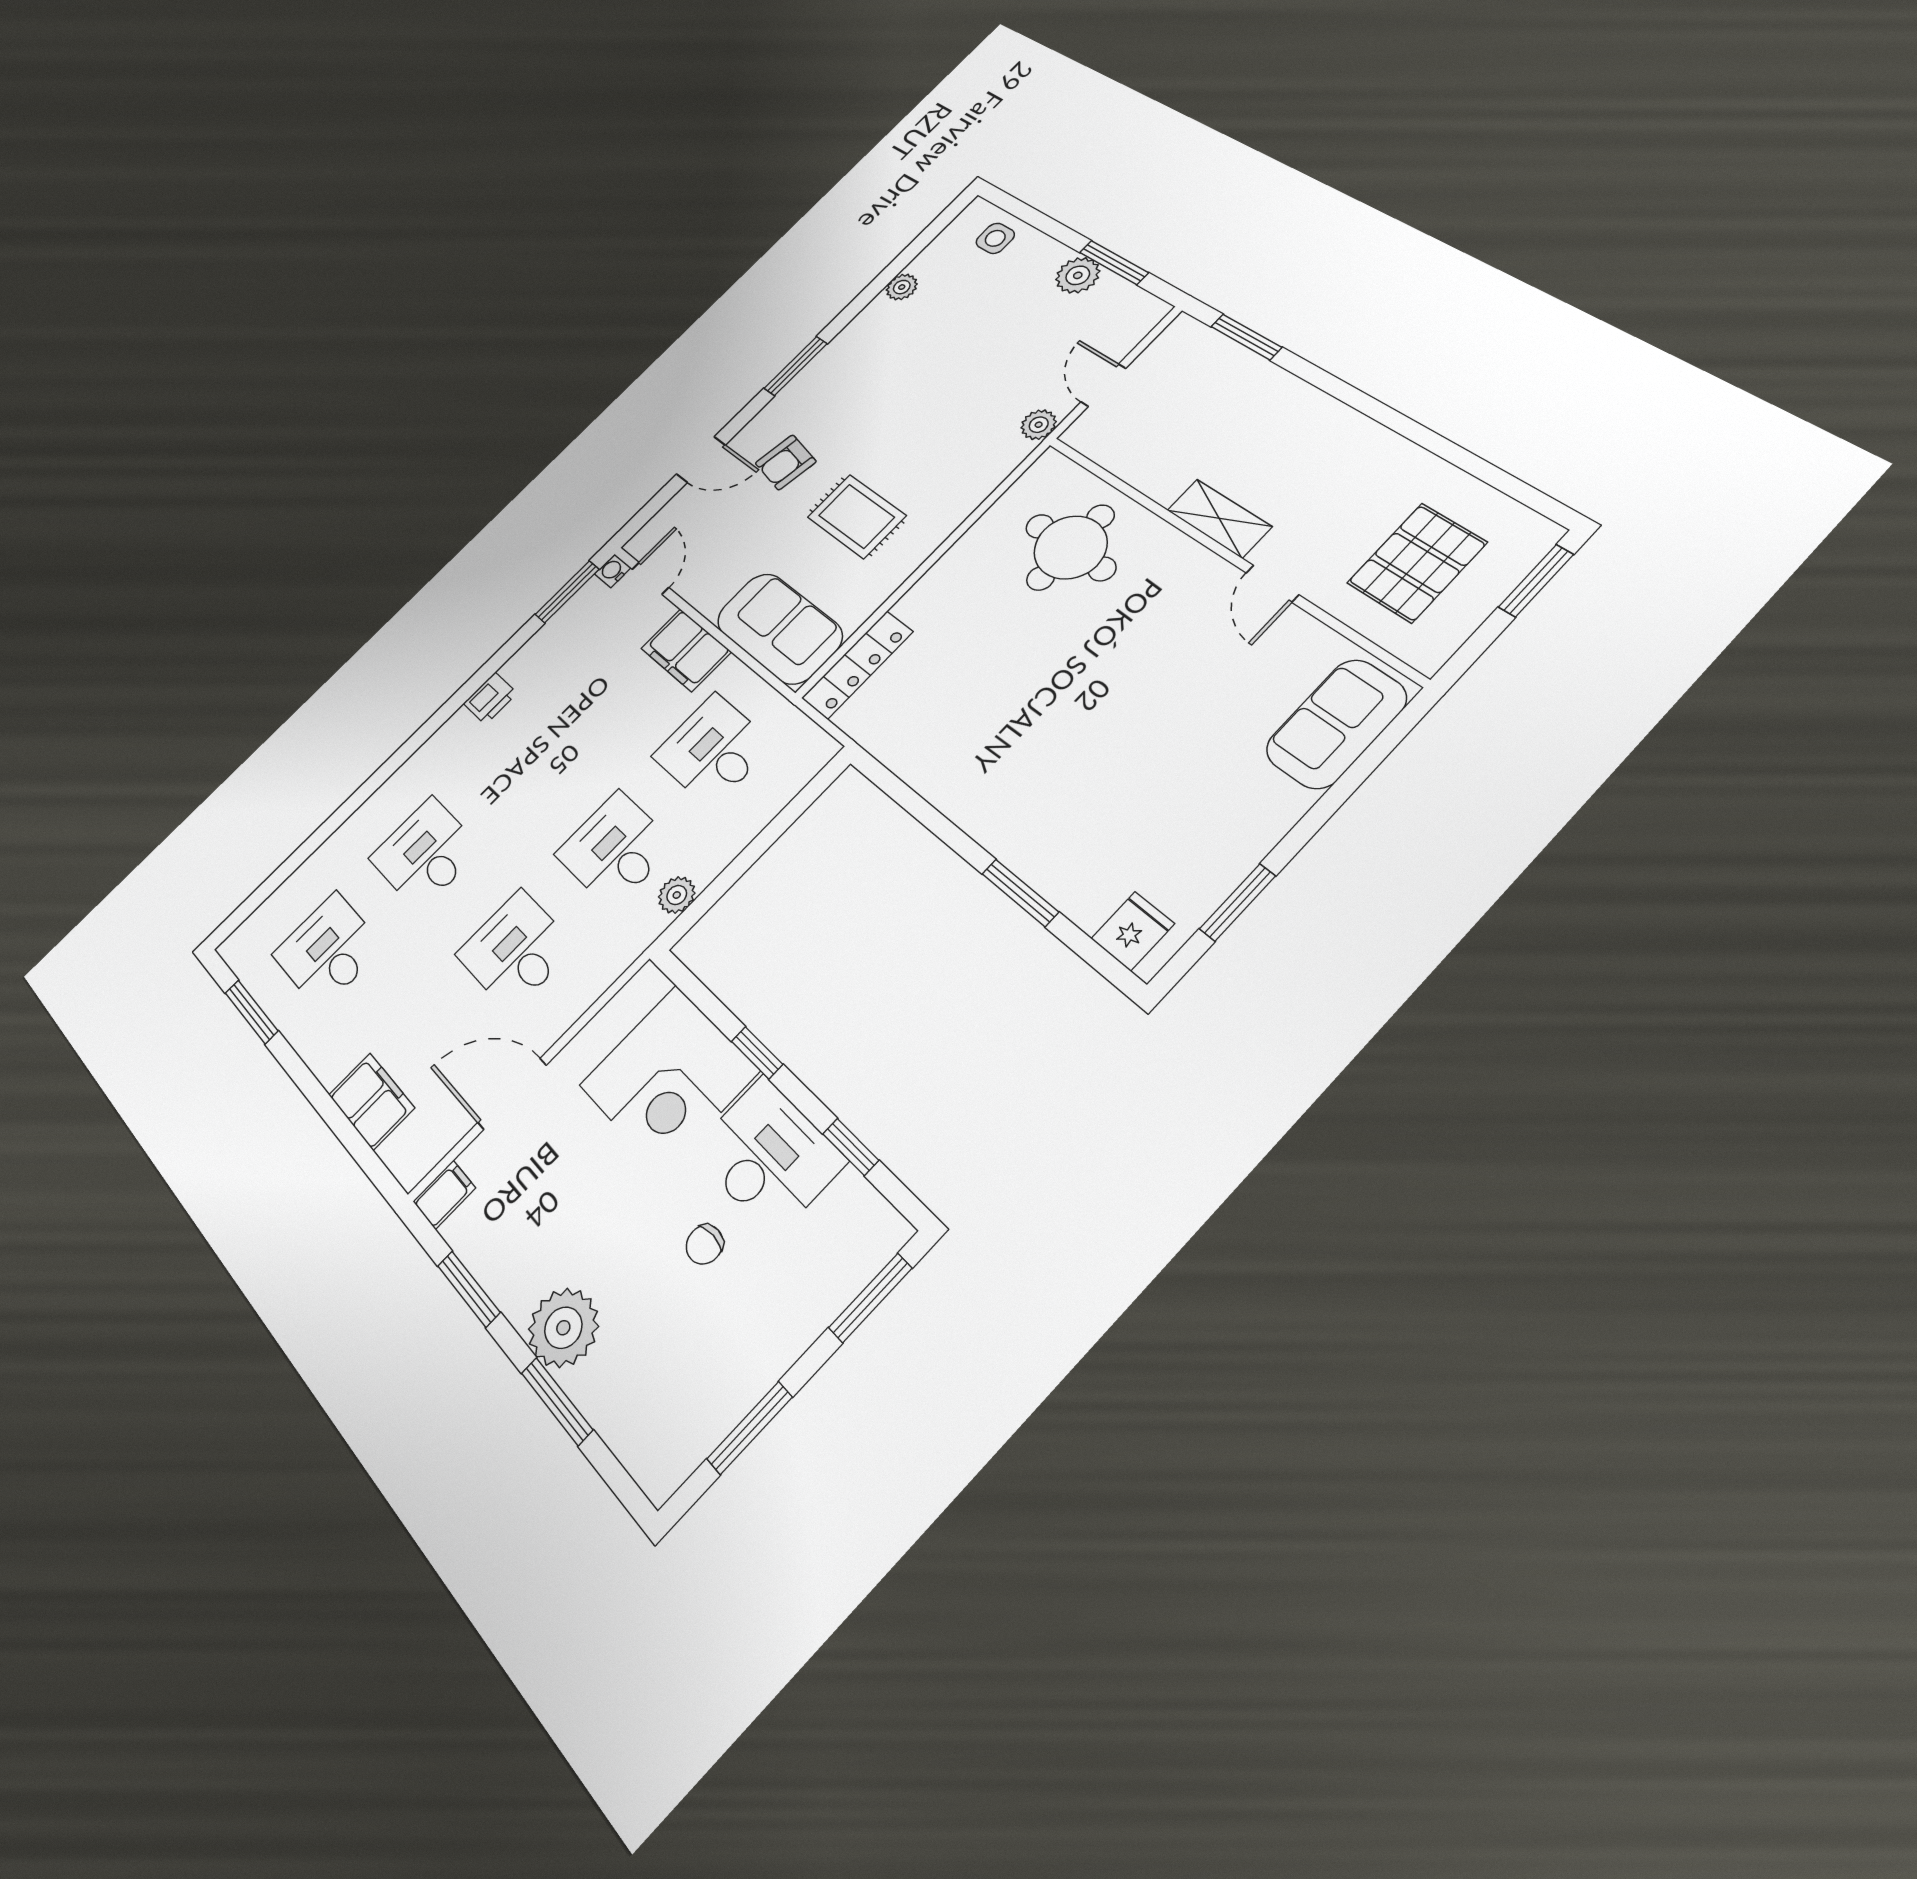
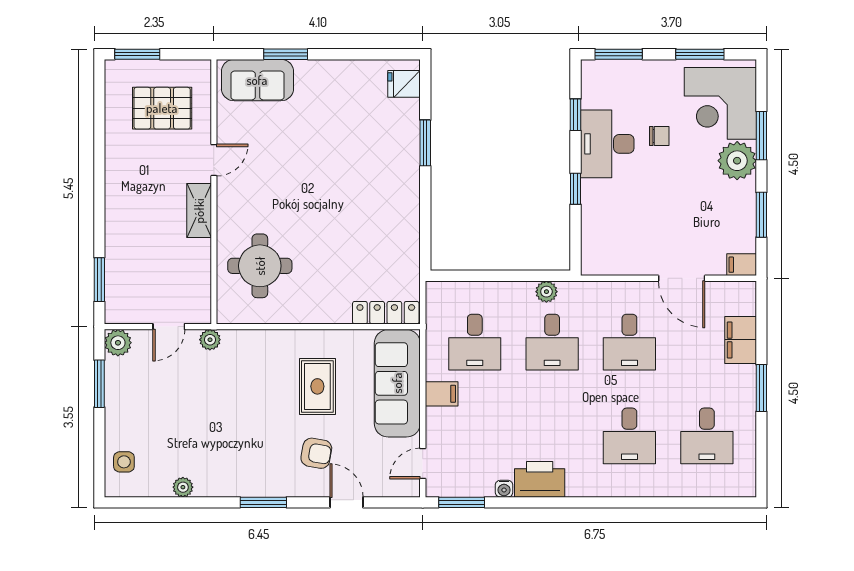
plant: (1078, 275) -> (118, 343), moved
water cooler: (613, 571) -> (504, 489), moved
sofa: (779, 628) -> (397, 383), width x1.36
filing cabinet: (686, 650) -> (442, 394), width x0.50
printer: (490, 698) -> (540, 479), width x1.87, depth x1.48
window: (1237, 902) -> (286, 54), moved
window: (251, 1012) -> (761, 388), moved
corner desk: (669, 1078) -> (720, 103), moved, turned 180

